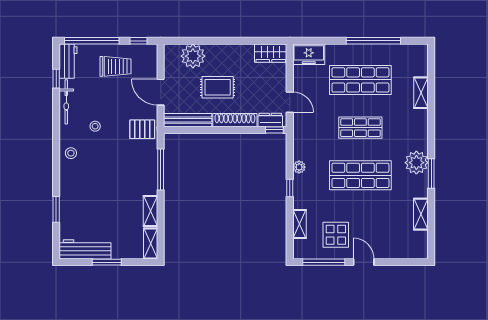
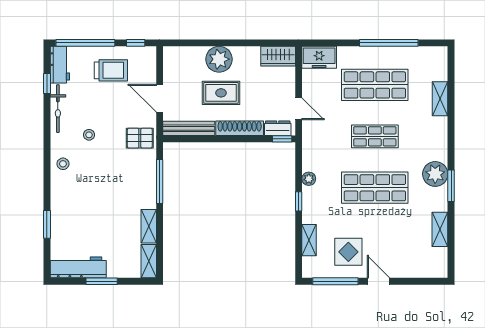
plant: (193, 56) -> (219, 59), moved

